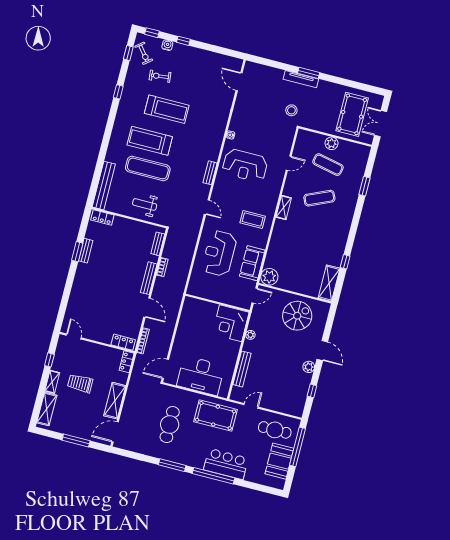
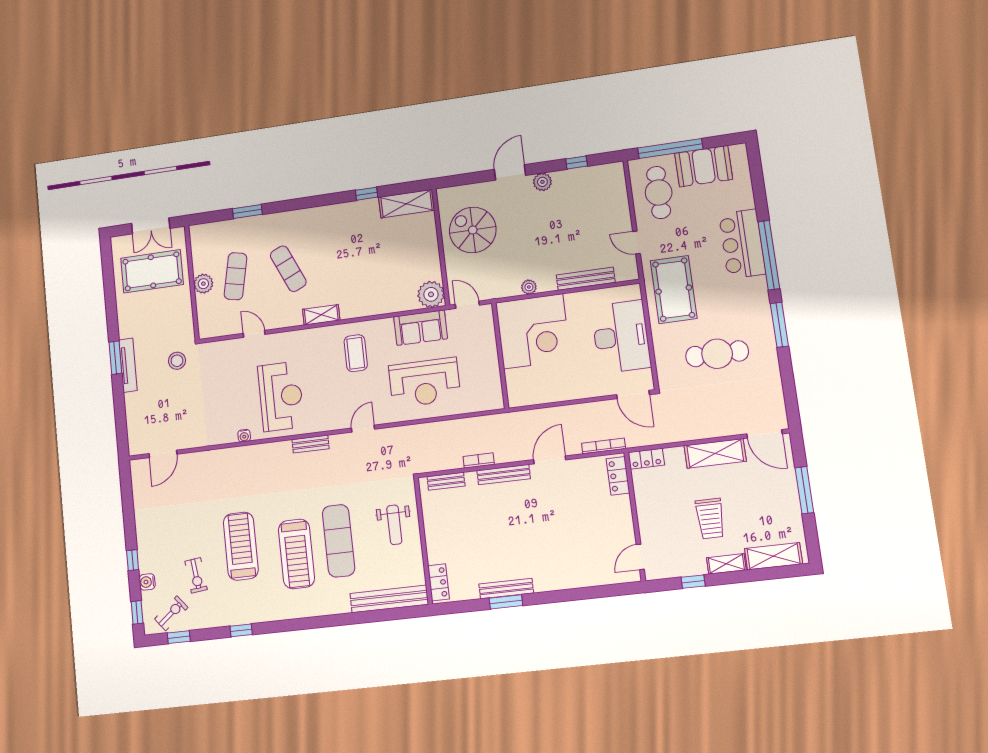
bench: (86, 251) -> (506, 589), width x1.36
corner desk: (231, 323) -> (533, 331), width x1.36, depth x1.36

